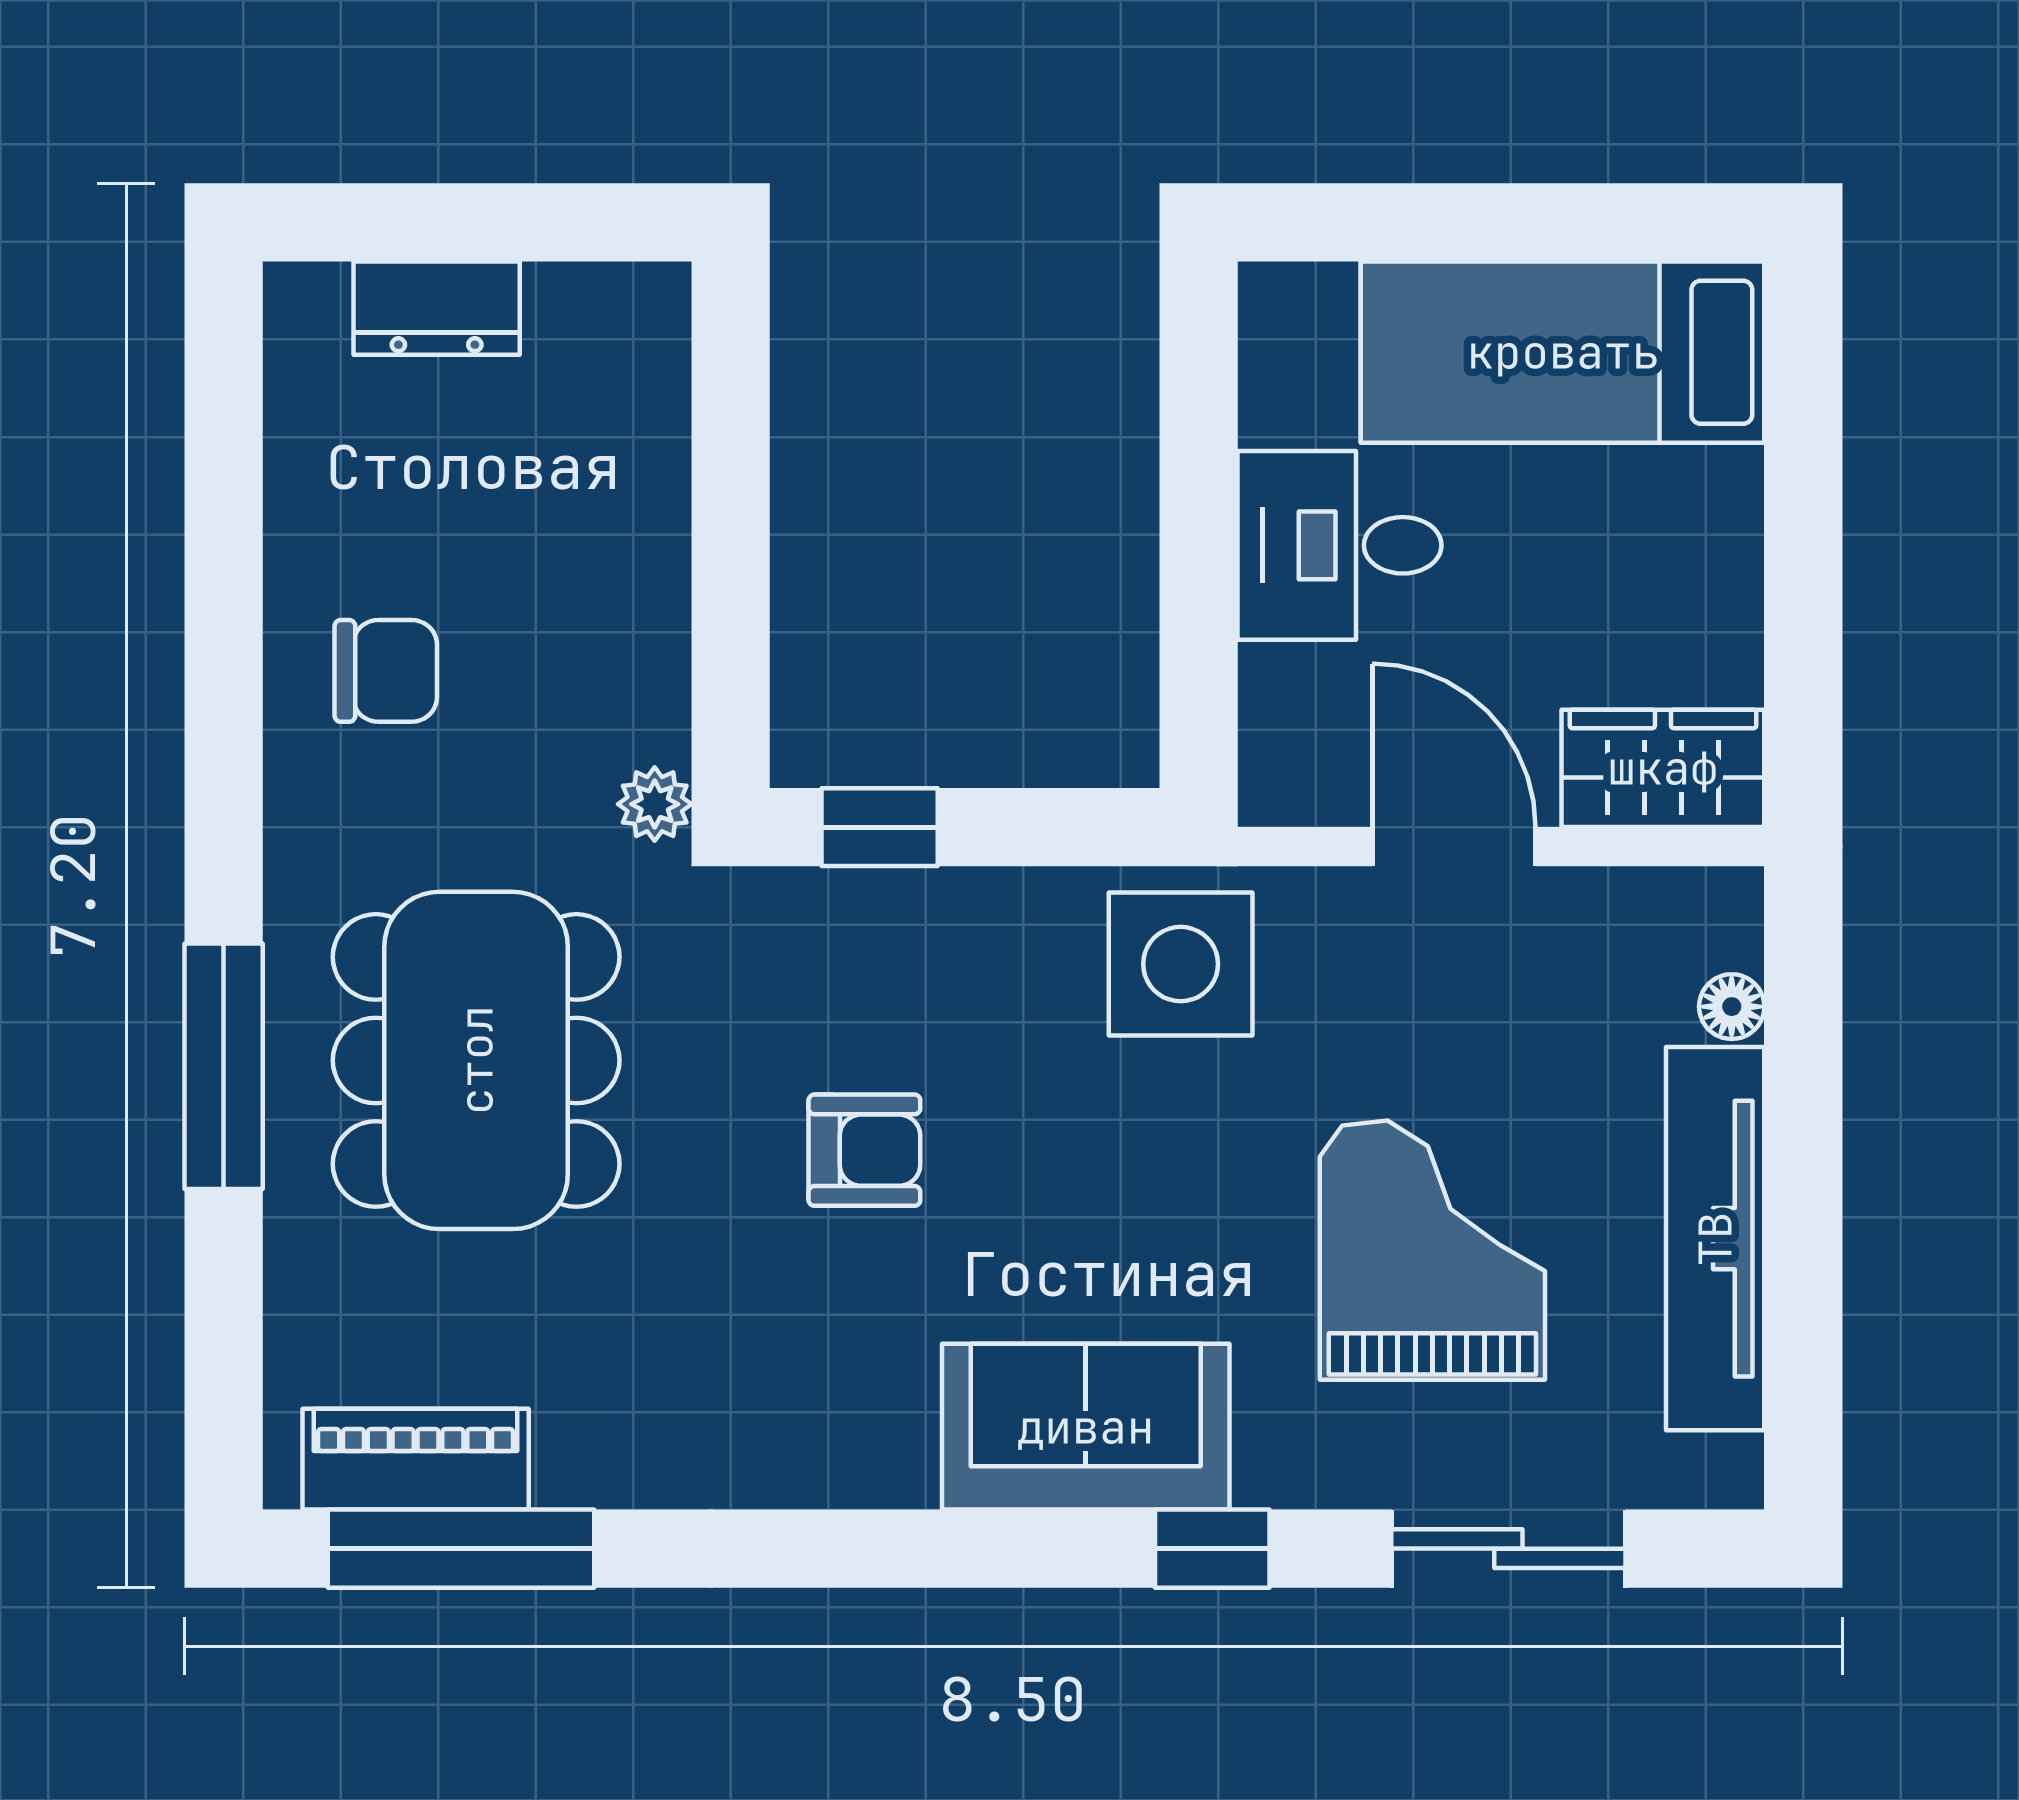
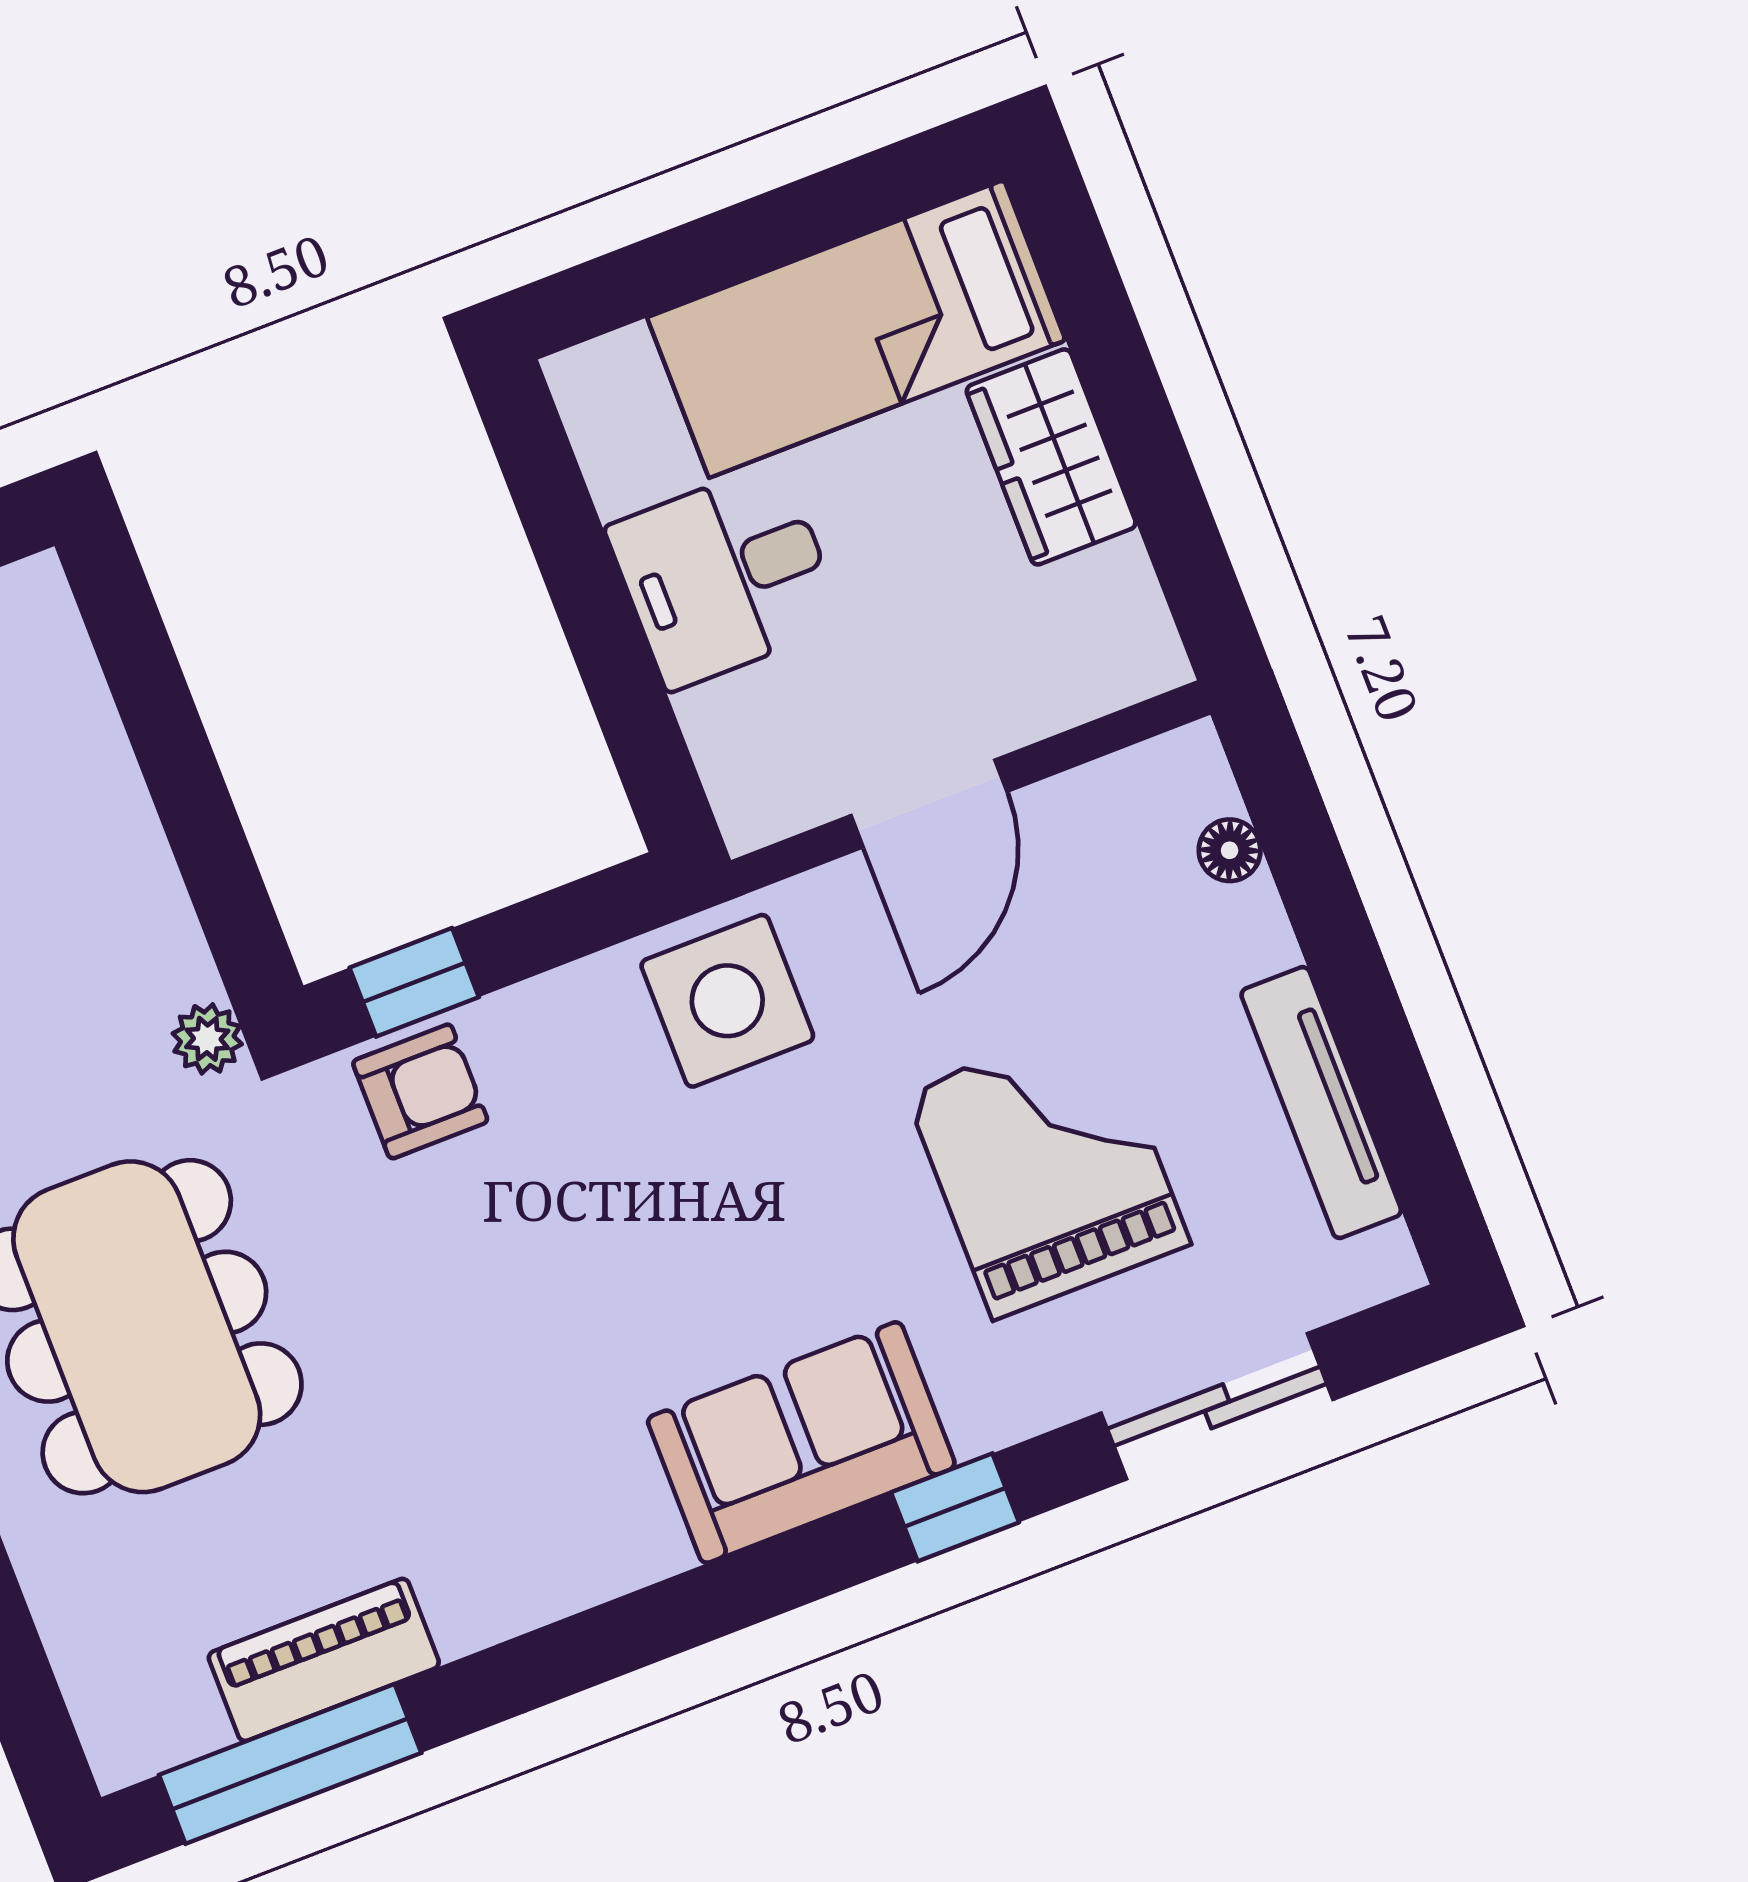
wardrobe: (1663, 768) -> (1051, 457), moved, turned -90
door: (1454, 847) -> (929, 804), swing flipped
armchair: (864, 1150) -> (420, 1091), moved
tv unit: (1715, 1239) -> (1321, 1103), width x0.73, depth x0.78
piano: (416, 1459) -> (324, 1660), moved

